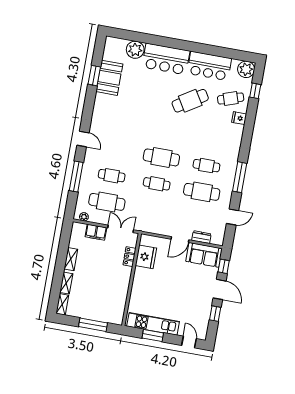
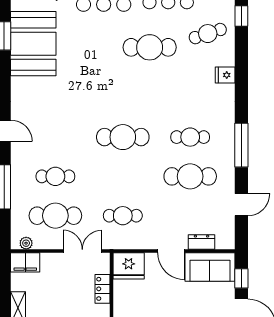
booth: (109, 78) -> (33, 44), width x1.36, depth x1.42
cafe table: (190, 101) -> (150, 47), turned 32
fridge: (239, 118) -> (225, 75), moved
cafe table: (157, 184) -> (123, 216), moved
filing cabinet: (96, 232) -> (25, 262), moved
door: (180, 240) -> (171, 251), hinge flipped
fridge: (146, 257) -> (129, 266), moved, turned 90

